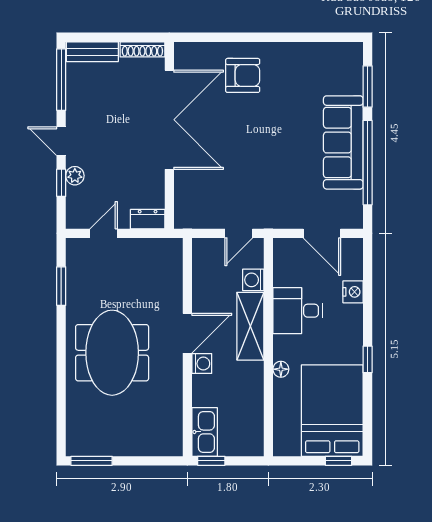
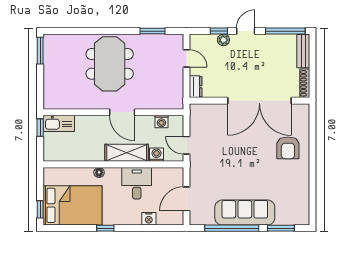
meeting table: (112, 353) -> (110, 64), turned 90
washing machine: (202, 364) -> (161, 122), moved

